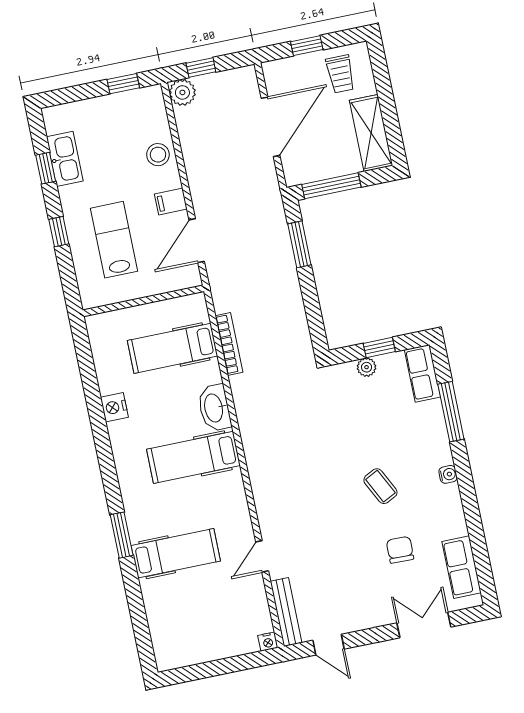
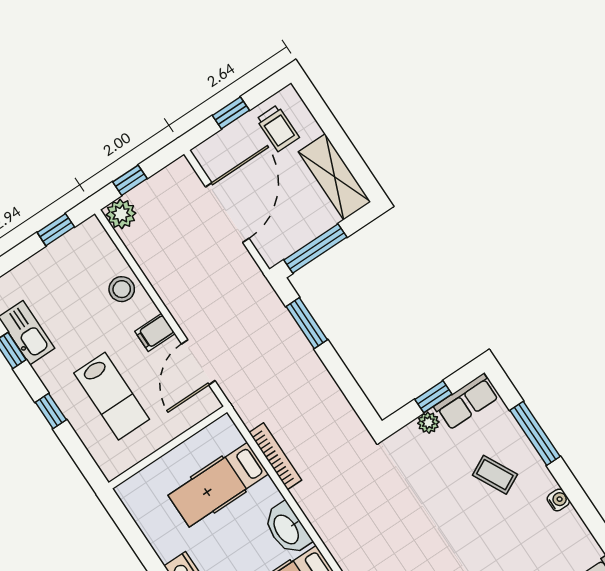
lab bench: (114, 240) -> (112, 396), turned 180
row of seats: (423, 373) -> (466, 402), moved, turned -90
coffee table: (380, 486) -> (495, 475), moved

